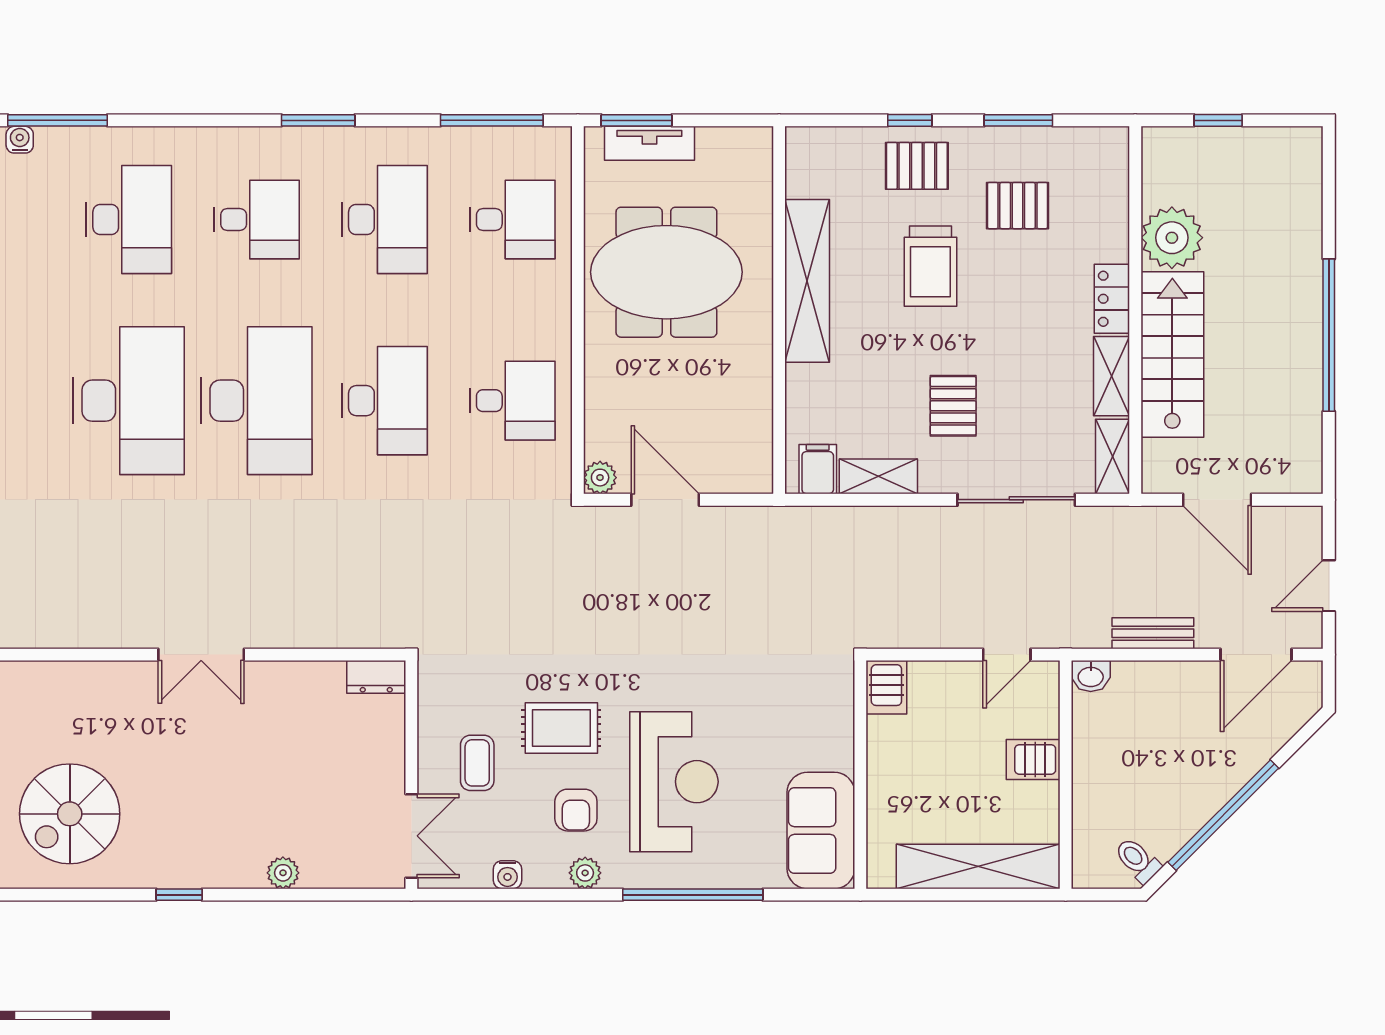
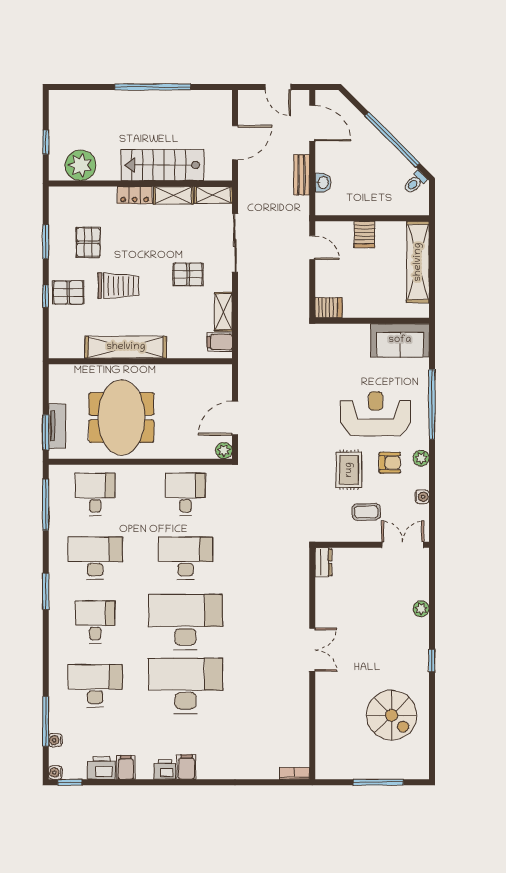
pallet: (917, 166) -> (68, 293), turned 90
plant: (1172, 238) -> (80, 165), moved
washbasin: (1091, 676) -> (323, 183), moved

